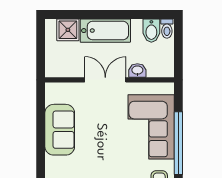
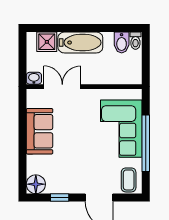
washbasin: (137, 70) -> (34, 78), moved
double door: (105, 80) -> (62, 87), moved

